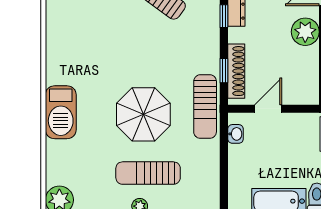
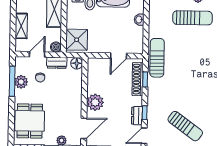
parasol: (143, 114) -> (195, 54), removed
washbasin: (236, 134) -> (139, 20), moved

